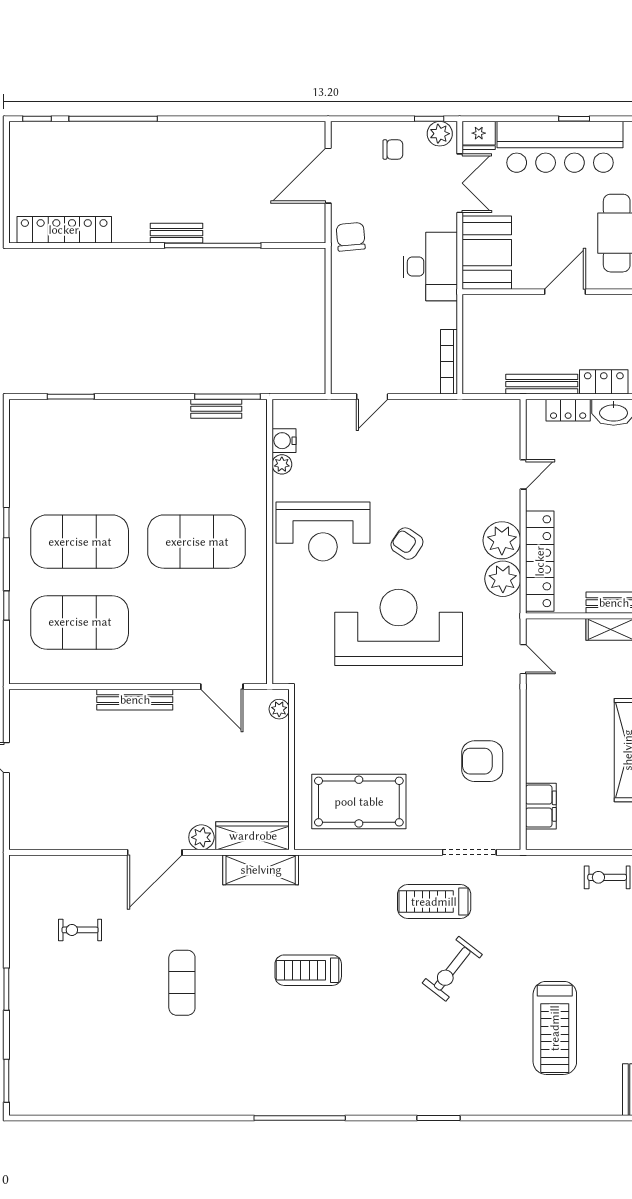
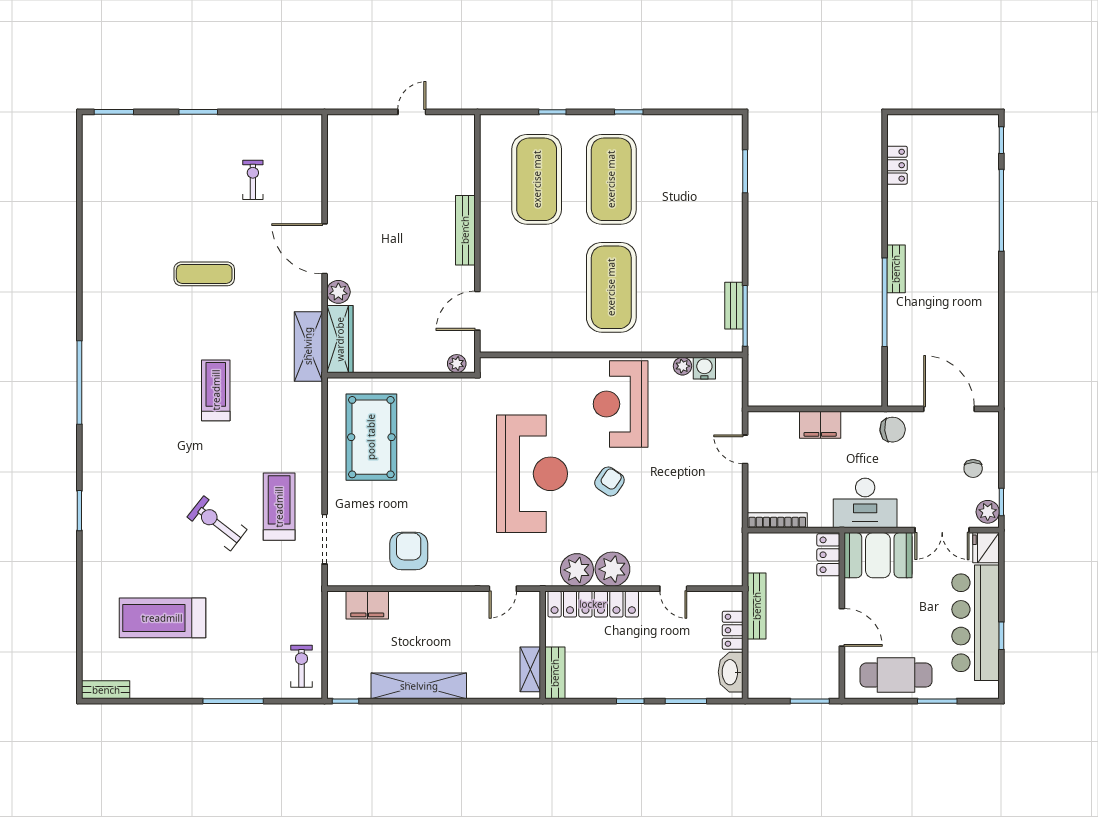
locker: (64, 230) -> (897, 165), width x0.46, depth x0.83
filing cabinet: (345, 315) -> (820, 425), added
locker: (604, 382) -> (828, 555), moved, turned 180

